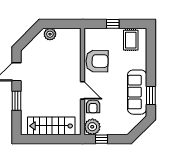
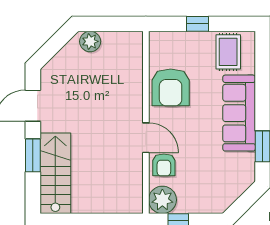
armchair: (97, 61) -> (171, 87), turned 89
sofa: (137, 92) -> (239, 113), moved
stairs: (51, 126) -> (55, 173), moved, turned 90

